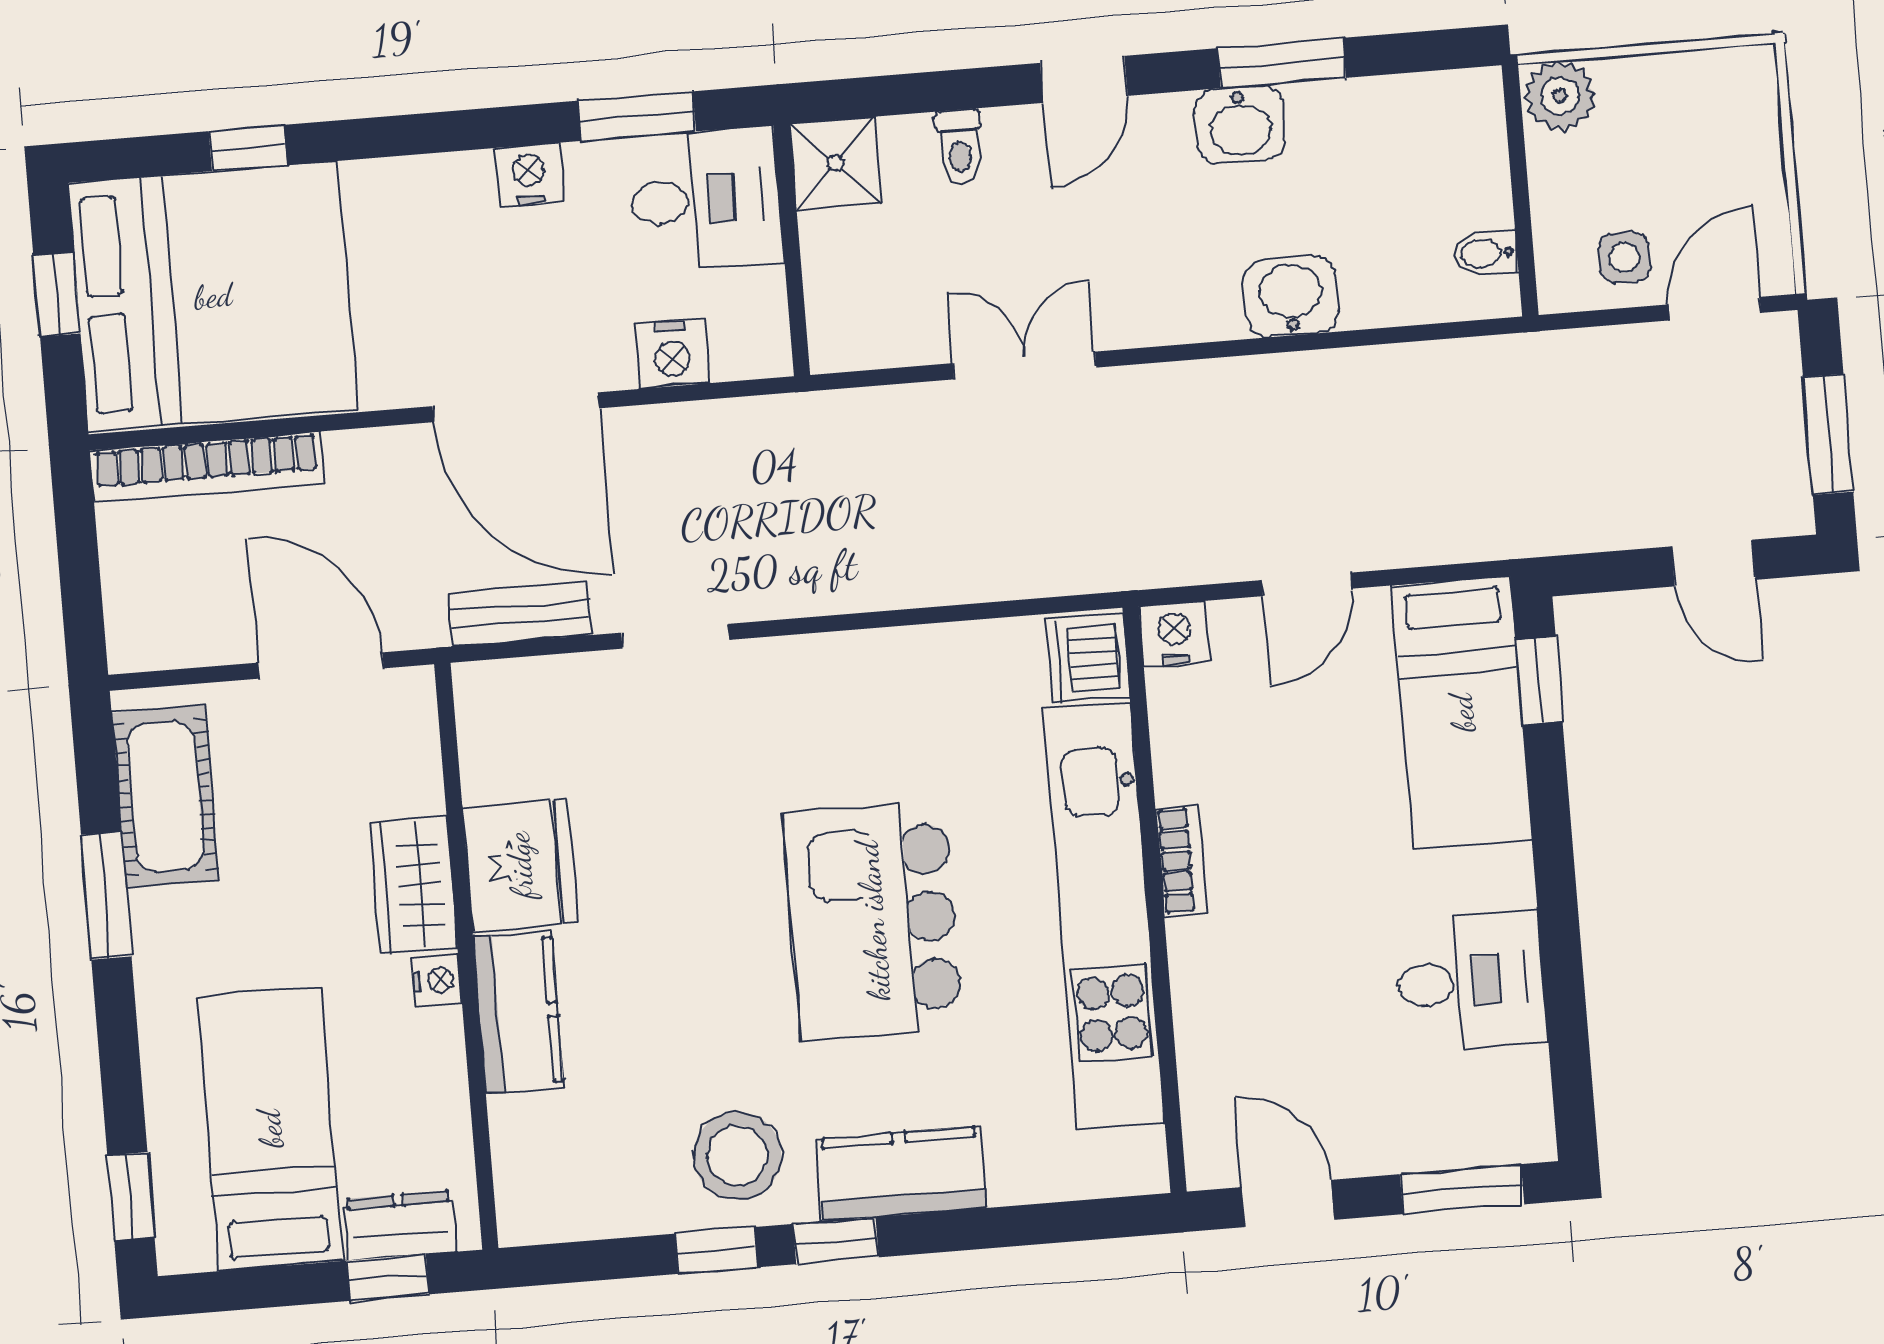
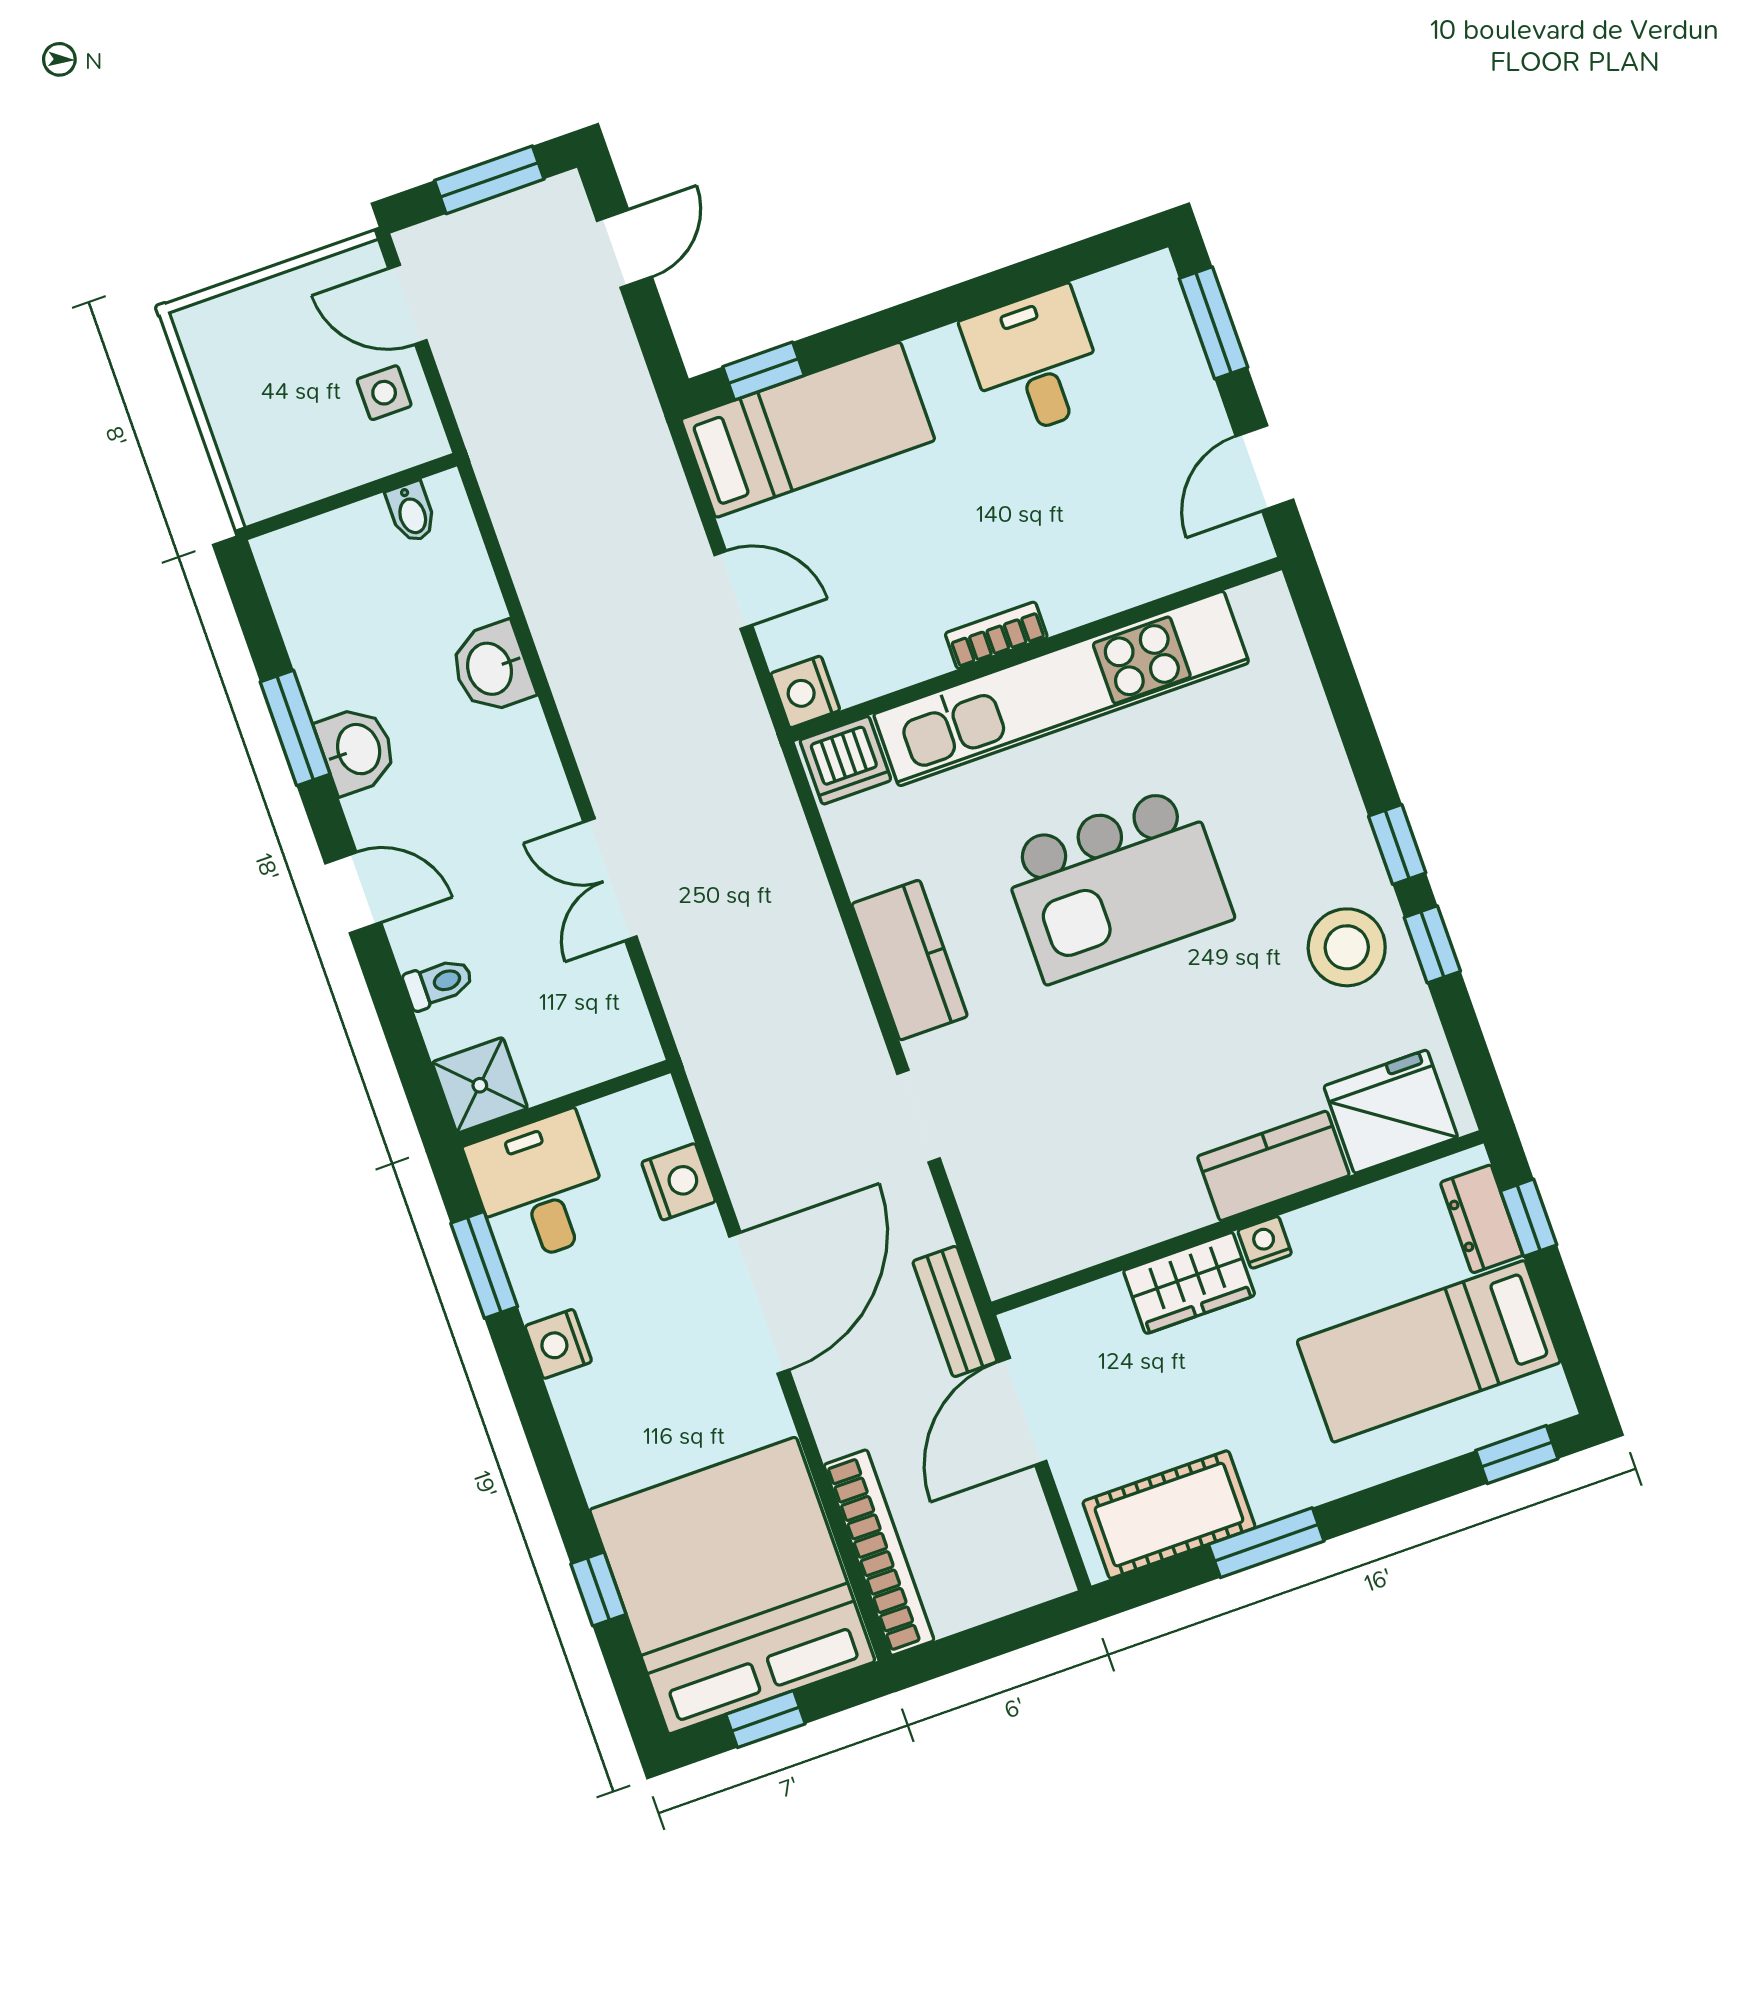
plant: (1560, 96) -> (261, 484), removed
bench: (520, 614) -> (955, 1311), moved
fridge: (520, 865) -> (1391, 1112), moved
kitchen counter: (901, 1174) -> (910, 960), moved, turned 180

